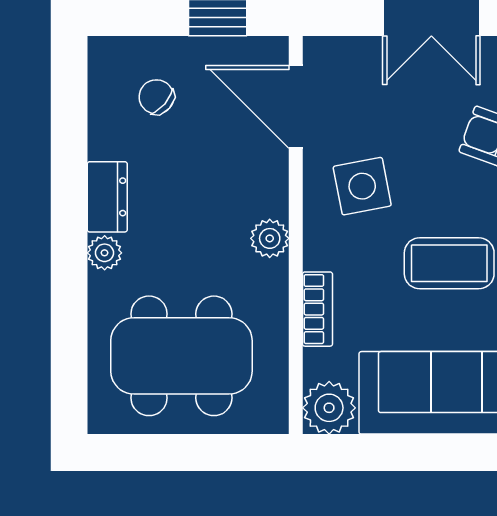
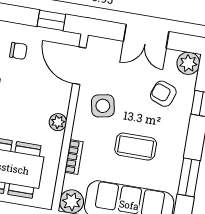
chair: (156, 97) -> (18, 51), turned 139

